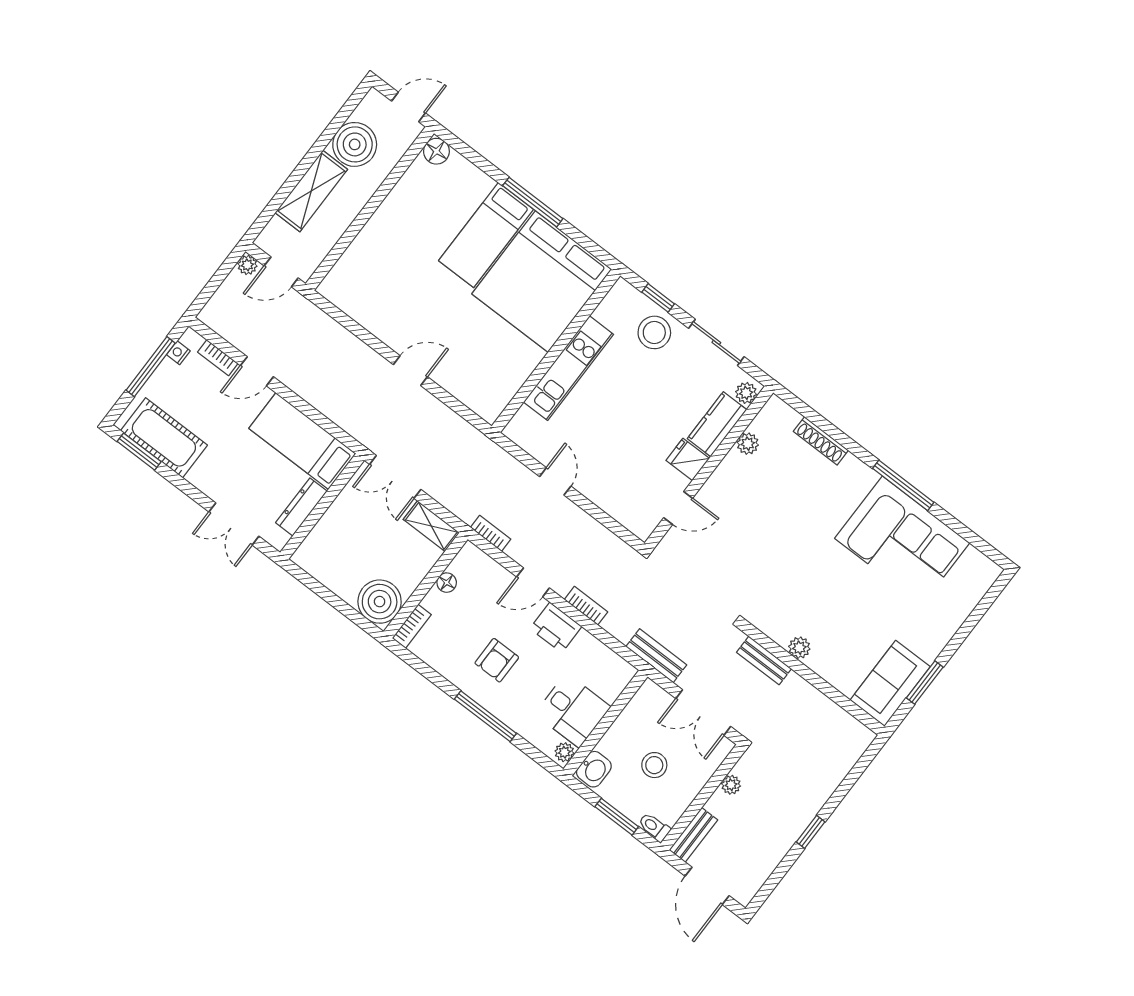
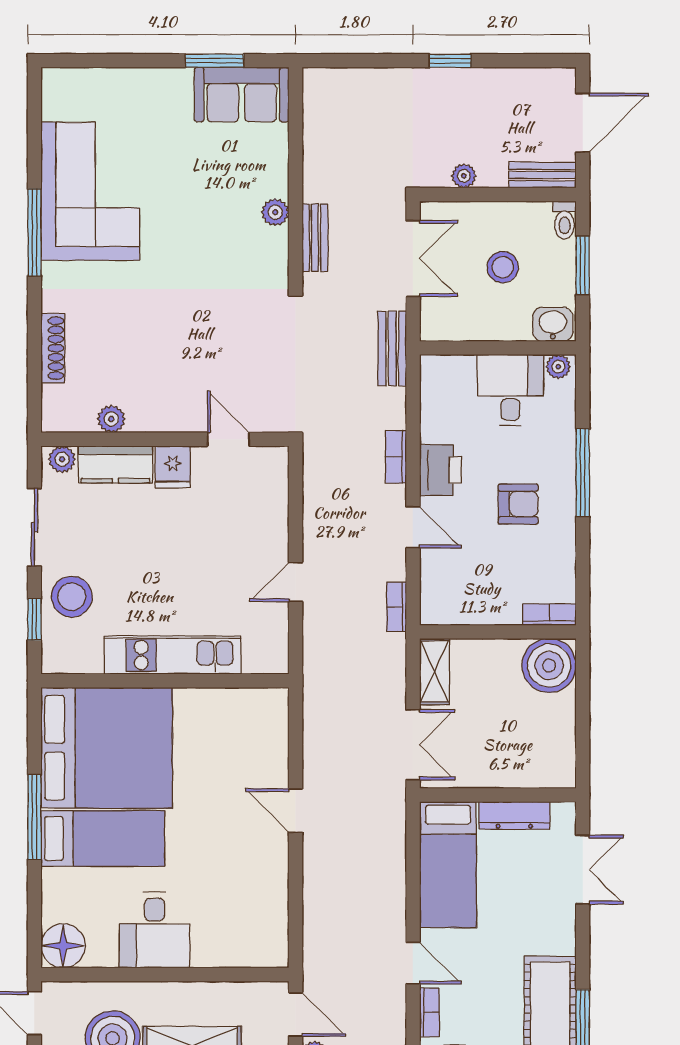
floor lamp: (436, 151) -> (63, 946), width x1.38, depth x1.38
desk: (403, 224) -> (155, 930), added
floor lamp: (447, 583) -> (479, 613), removed

